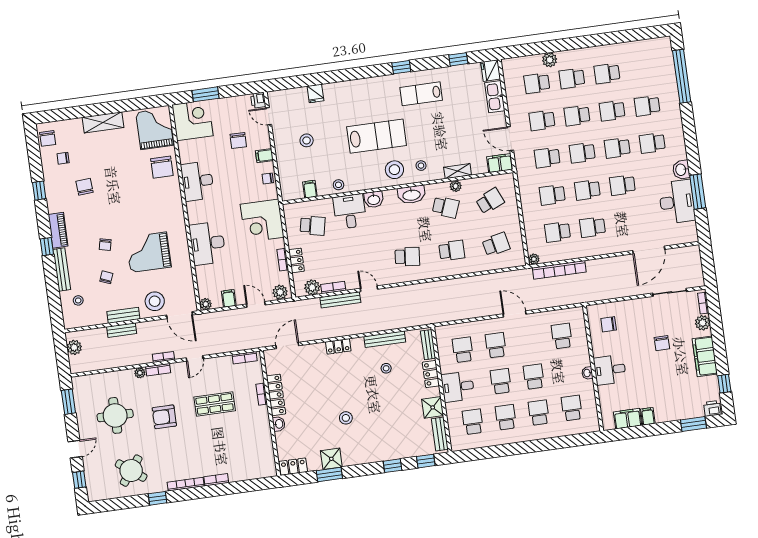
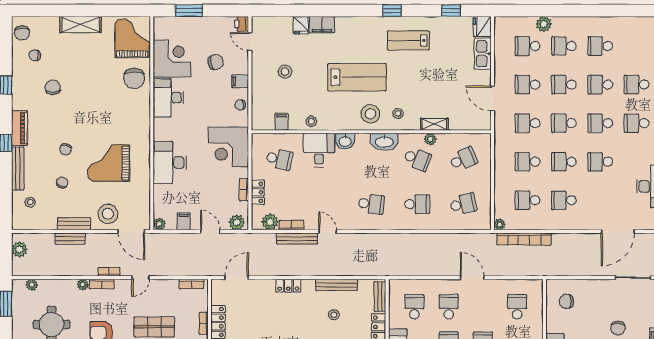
corner desk: (193, 120) -> (172, 58), moved
chair: (238, 141) -> (216, 62), turned -102
filing cabinet: (500, 163) -> (322, 25), moved, turned 180
plant: (91, 380) -> (32, 285), added

